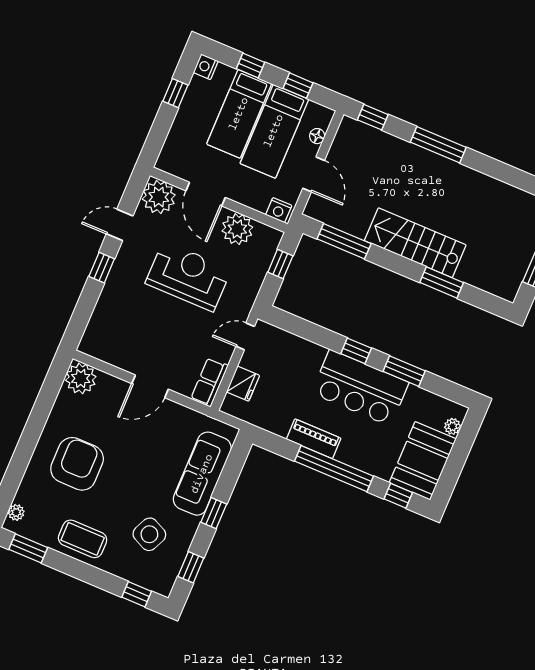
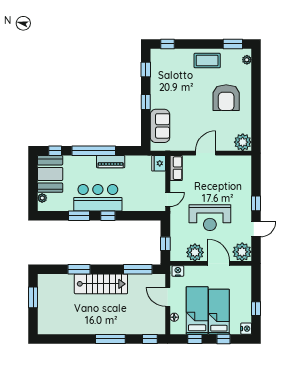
fridge: (243, 384) -> (159, 163), moved
sofa: (202, 474) -> (160, 126), width x0.73
side table: (149, 534) -> (174, 77), removed

